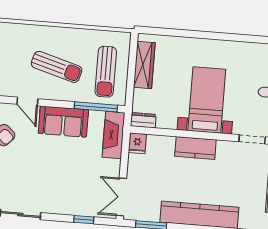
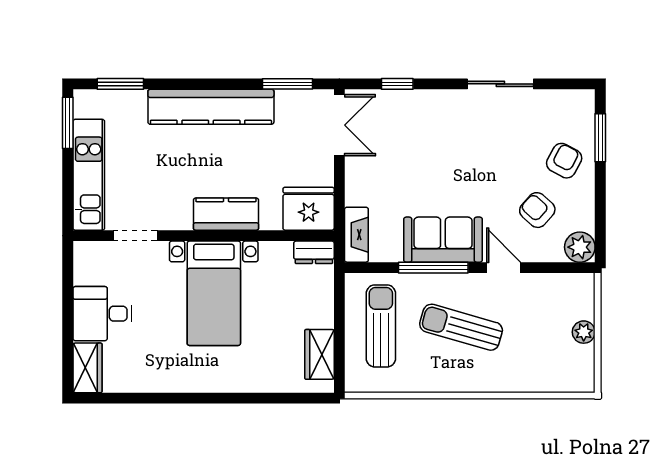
wardrobe: (144, 65) -> (319, 354), width x0.67
window: (96, 107) -> (433, 268), moved
fireplace: (113, 135) -> (356, 235), width x0.73, depth x0.76
fridge: (137, 143) -> (309, 209), width x1.88, depth x1.34

